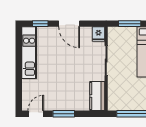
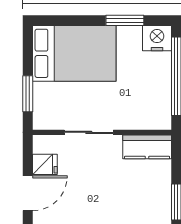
fridge: (98, 34) -> (45, 164), moved

